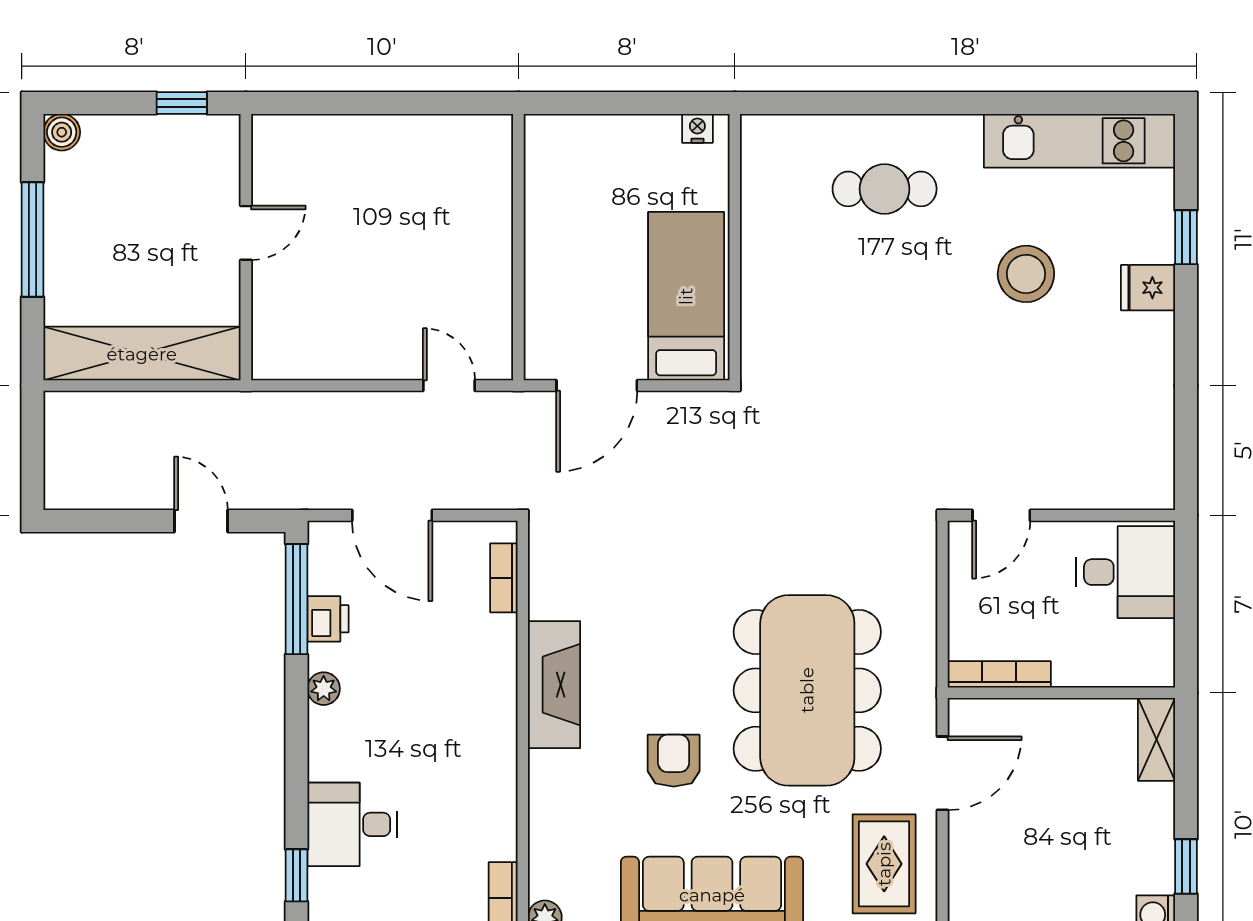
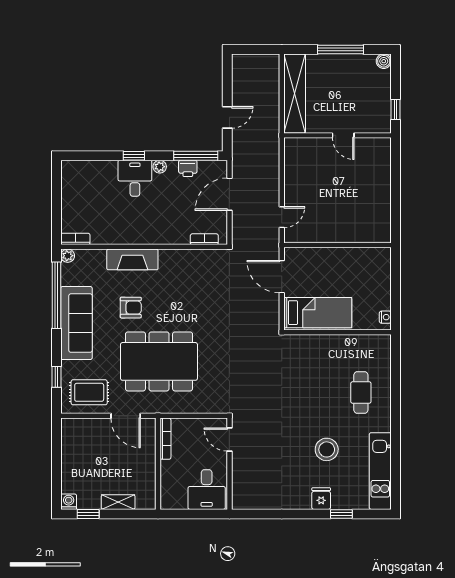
fireplace: (554, 685) -> (132, 259), moved
shelving: (1157, 739) -> (118, 502), moved
desk: (352, 824) -> (135, 178), moved
window: (296, 875) -> (134, 156), moved

